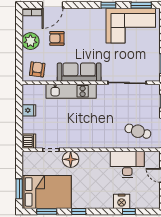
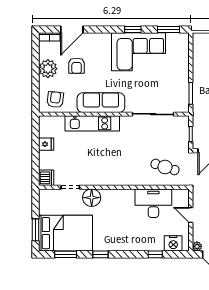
corner sofa: (131, 26) -> (139, 52), moved
armchair: (57, 38) -> (77, 66), turned -90
nightstand: (122, 201) -> (173, 243), moved

